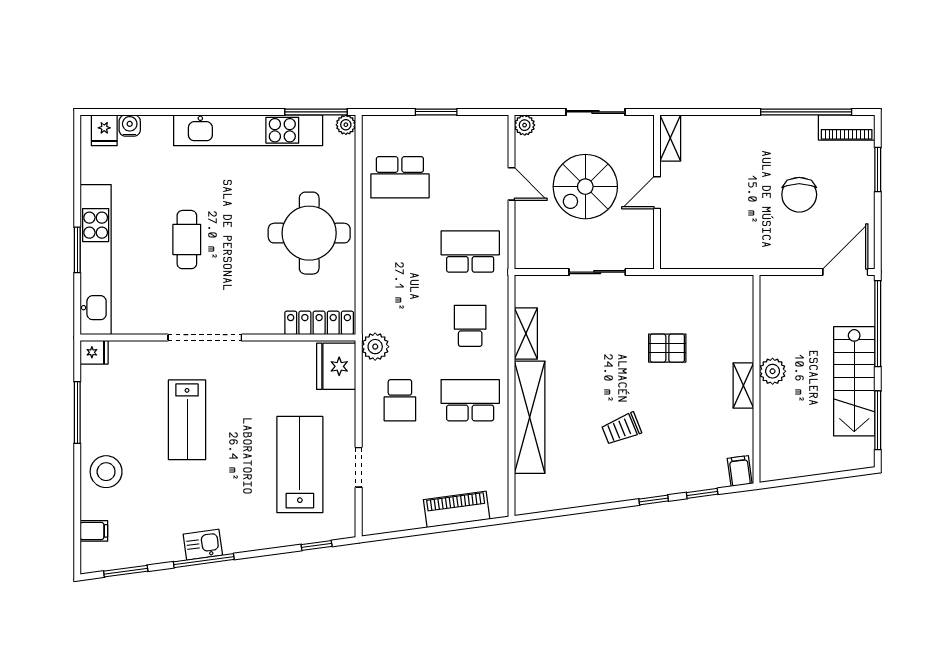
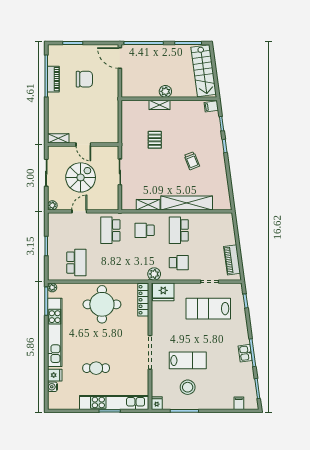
piano: (847, 127) -> (53, 79), moved
fridge: (104, 130) -> (55, 375), moved
spiral stairs: (585, 187) -> (81, 177), turned -90
cafe table: (187, 240) -> (96, 368), moved
stairs: (854, 381) -> (204, 71), moved, turned 82
shelving: (743, 386) -> (159, 105), moved
stool: (106, 472) -> (188, 387), moved
piano: (457, 509) -> (232, 260), moved

